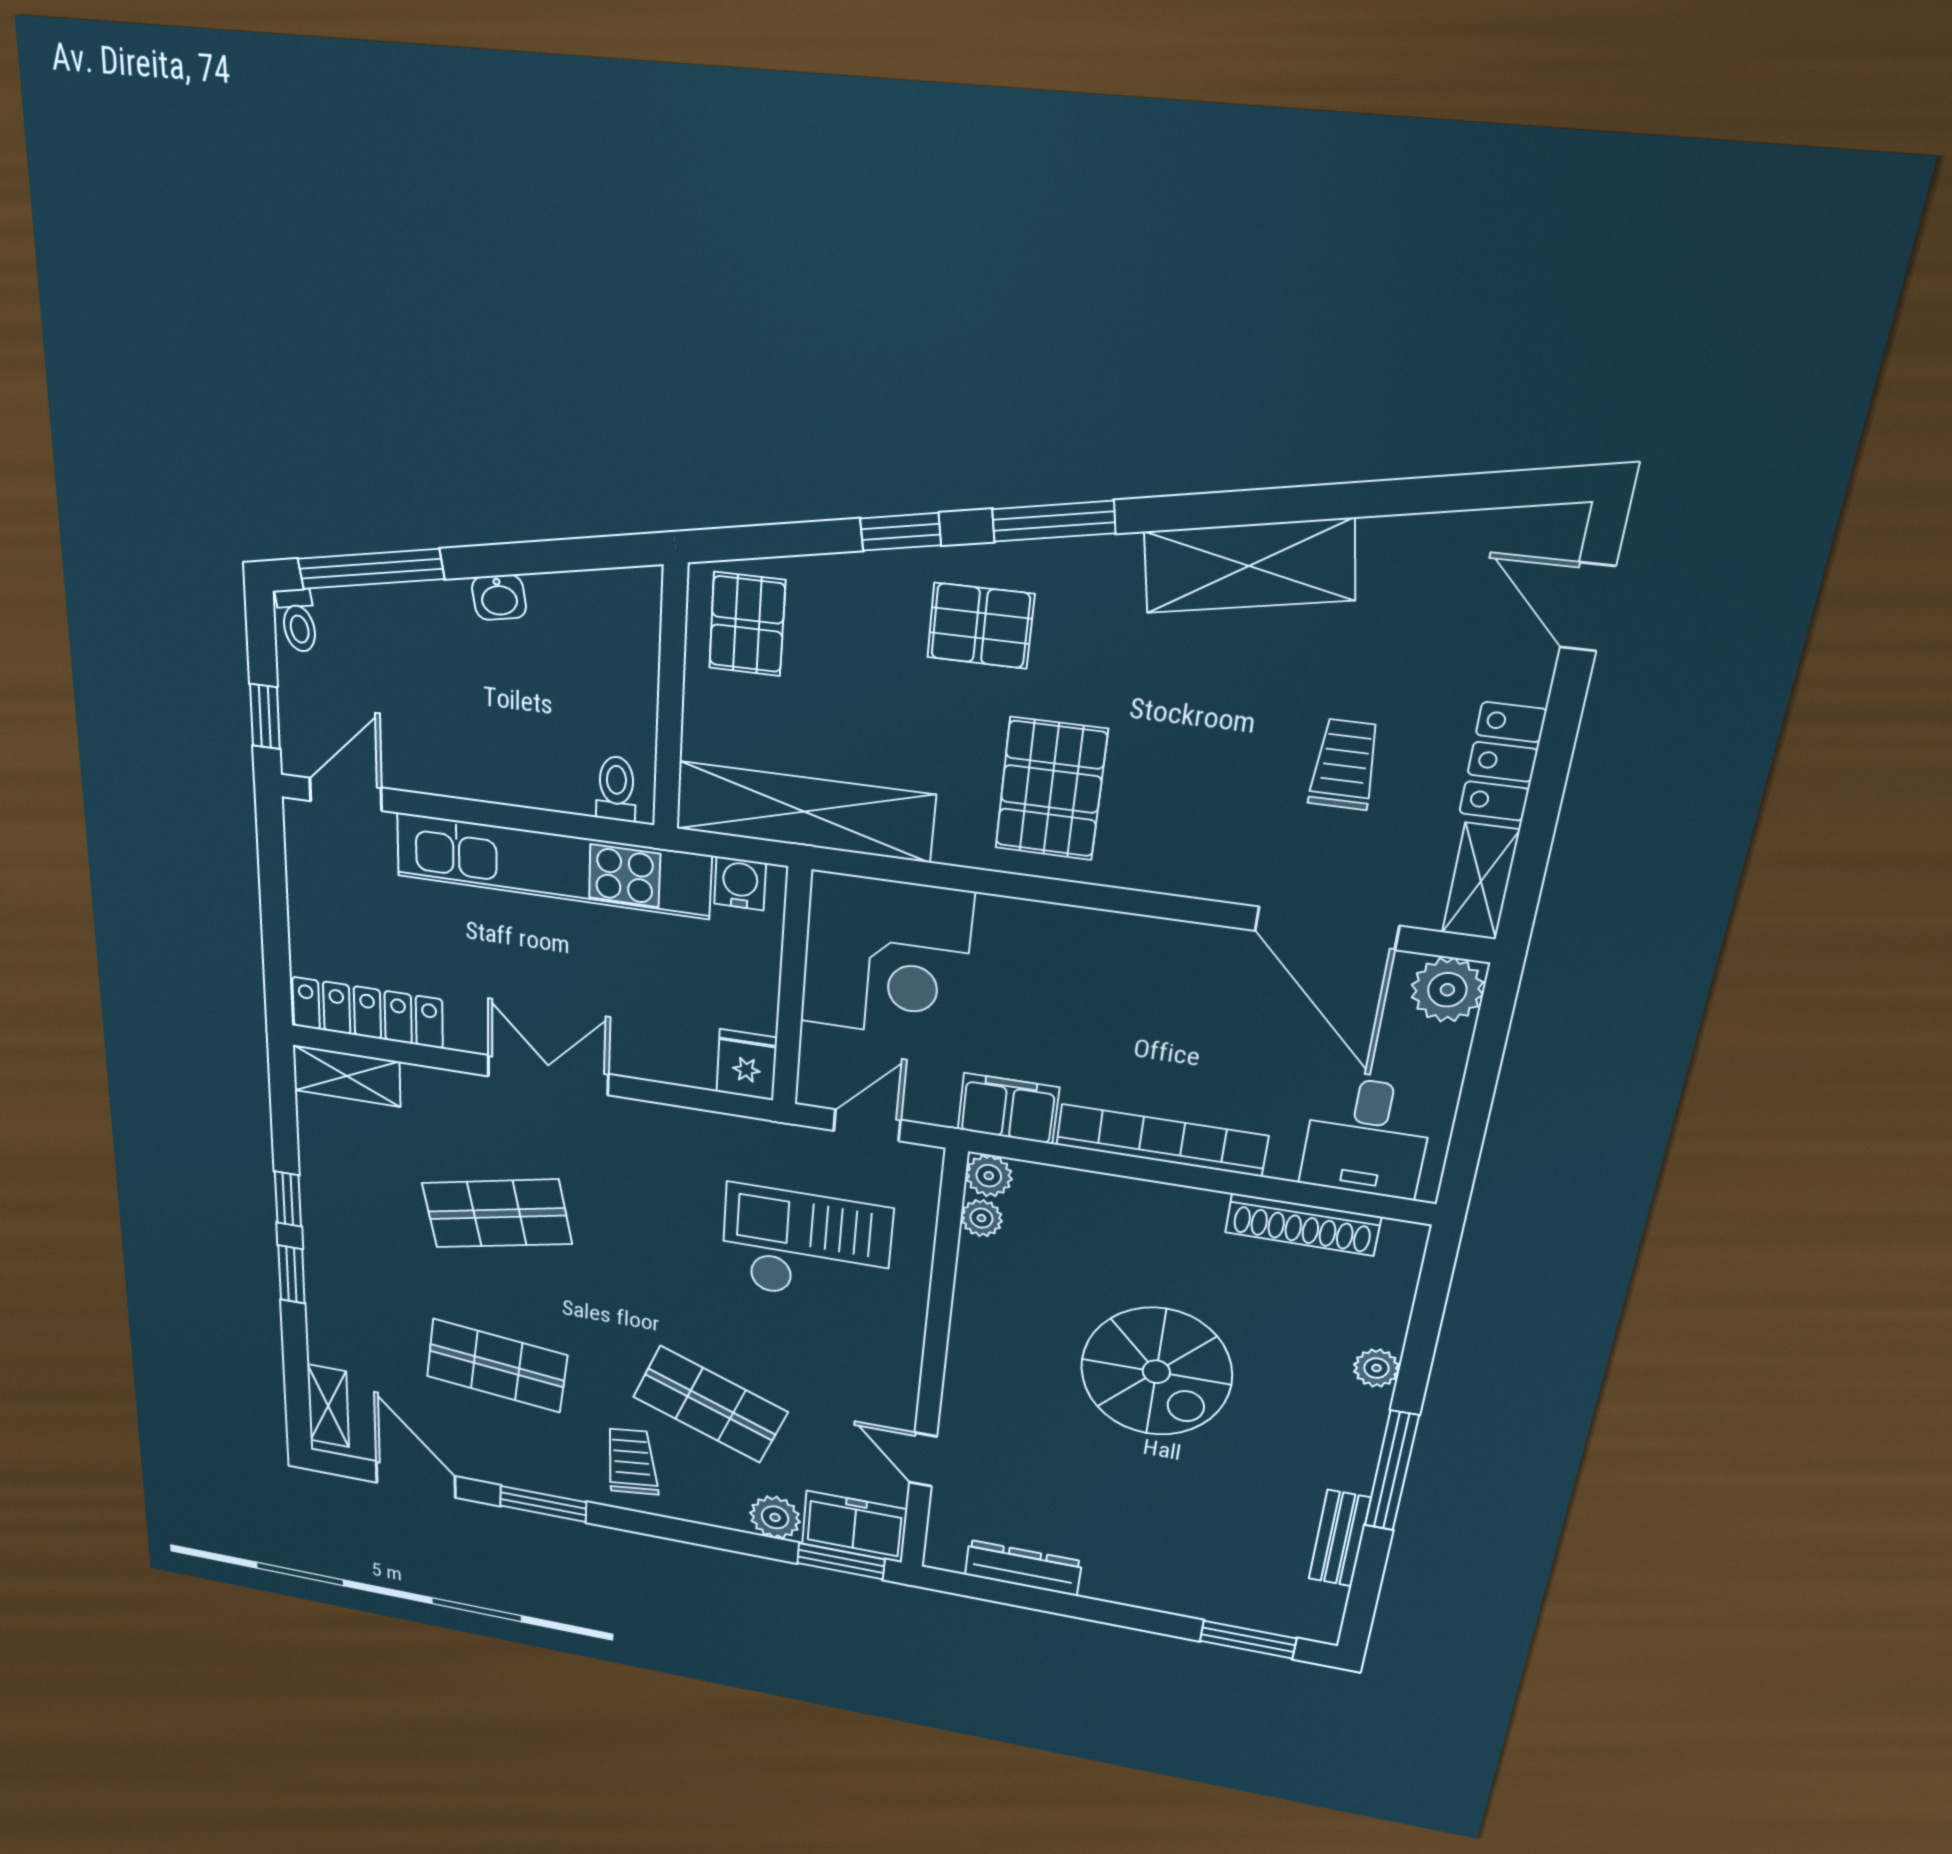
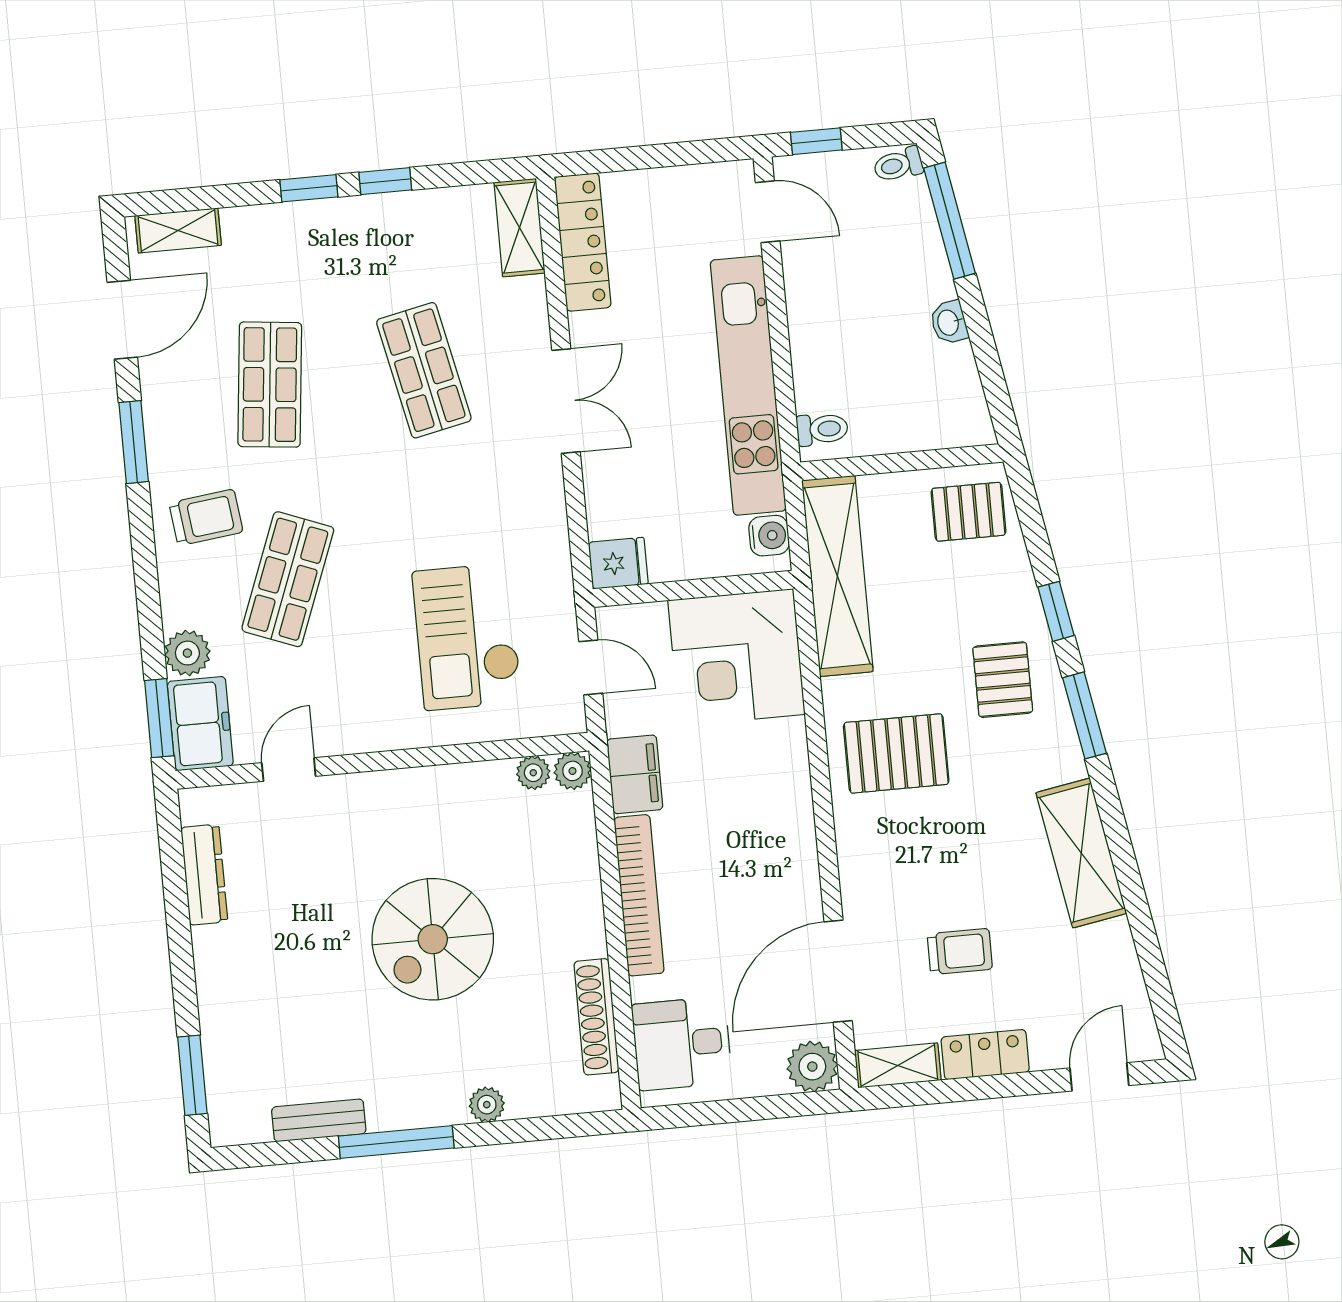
checkout: (806, 1246) -> (467, 637), turned 180

